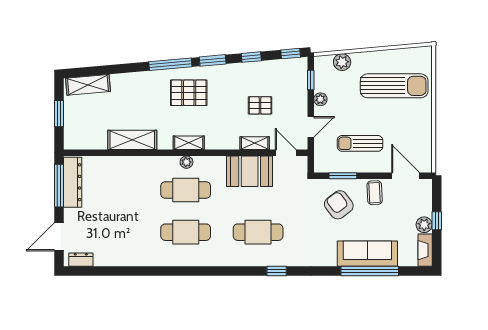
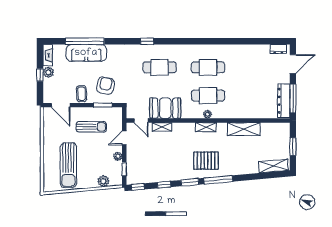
sun lounger: (394, 86) -> (68, 165), turned -90
pallet: (260, 105) -> (158, 152), removed
armchair: (339, 205) -> (105, 86), turned -132

